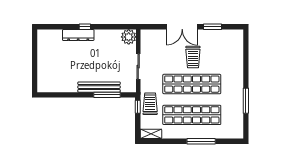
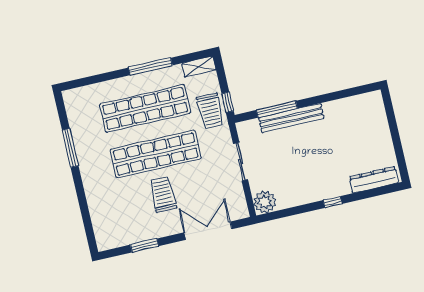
double door: (182, 27) -> (208, 231), moved
dresser: (78, 35) -> (374, 180), moved
window: (201, 141) -> (150, 66), moved

